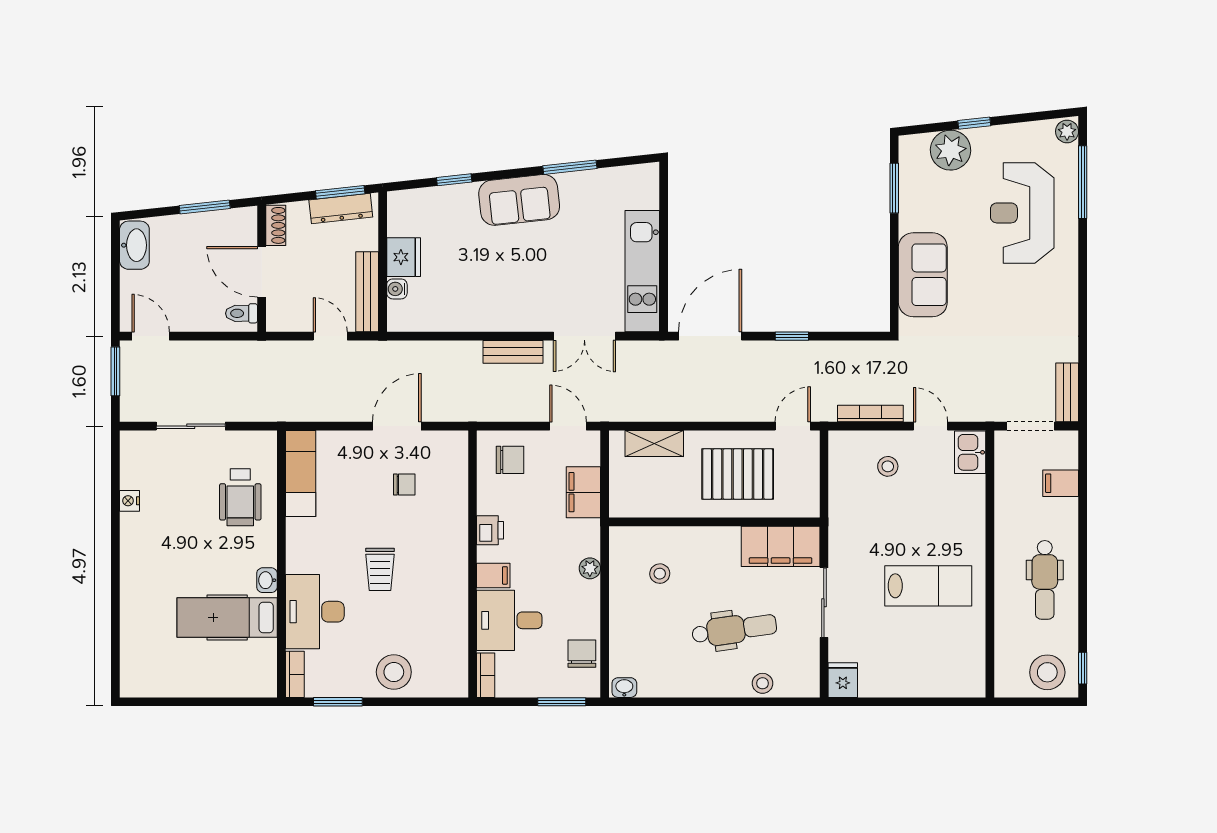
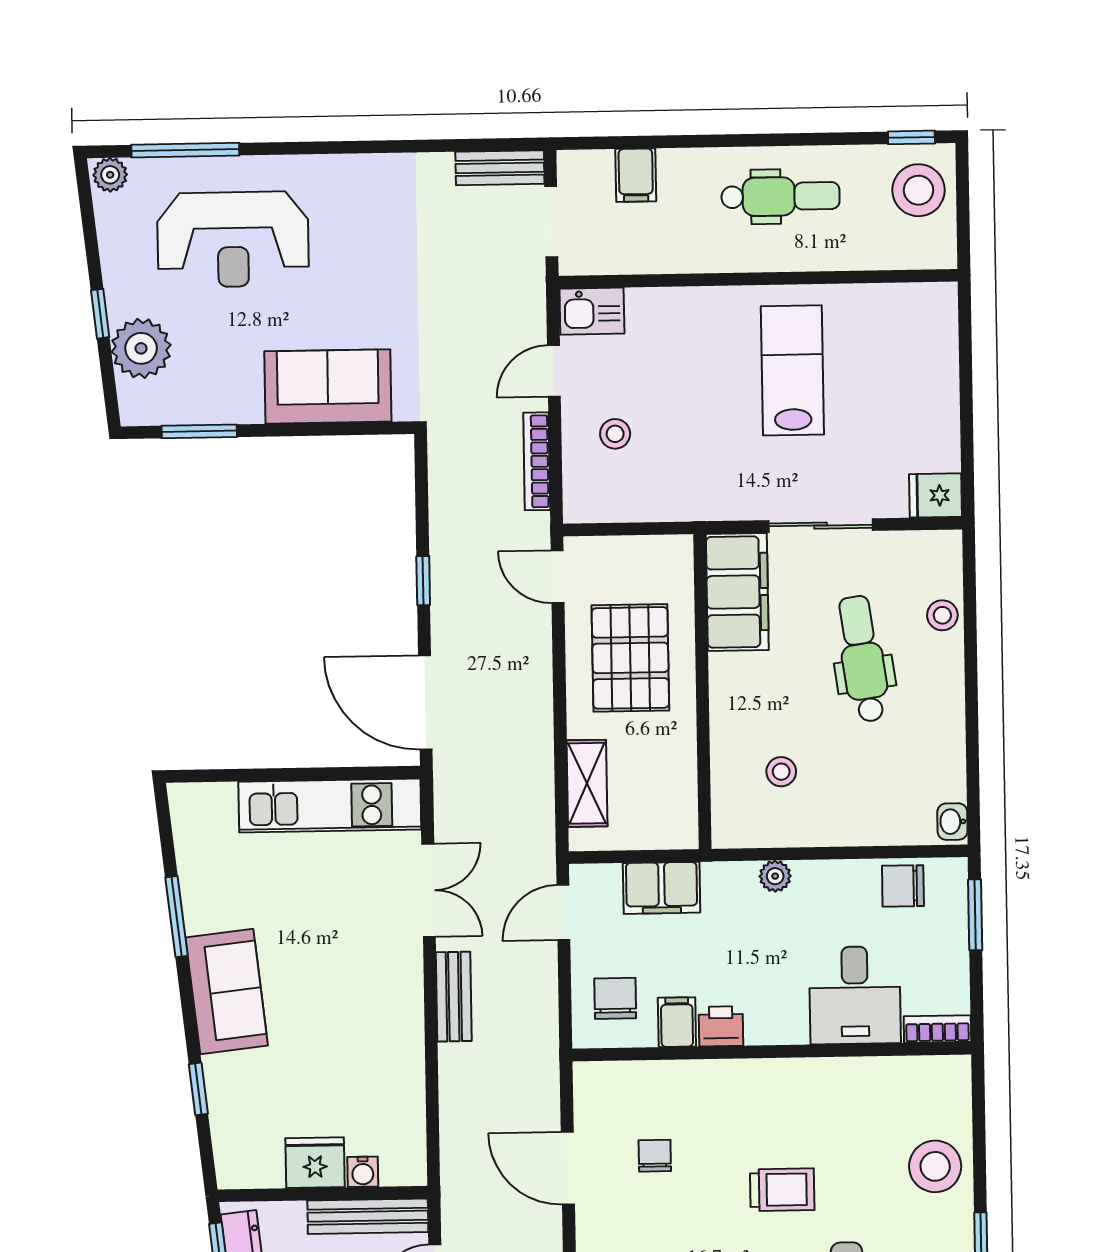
filing cabinet: (493, 575) -> (677, 1022), moved

